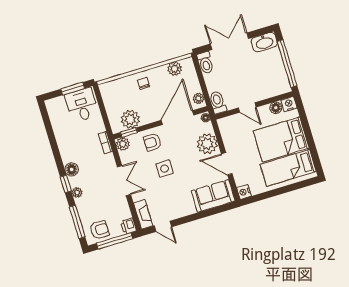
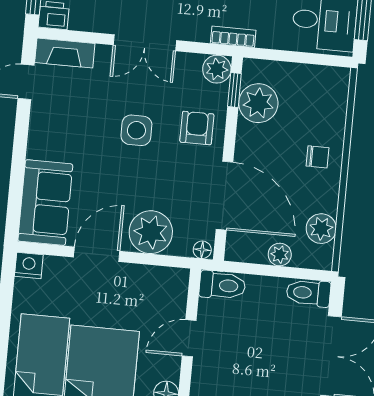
plant: (199, 98) -> (280, 255), moved

